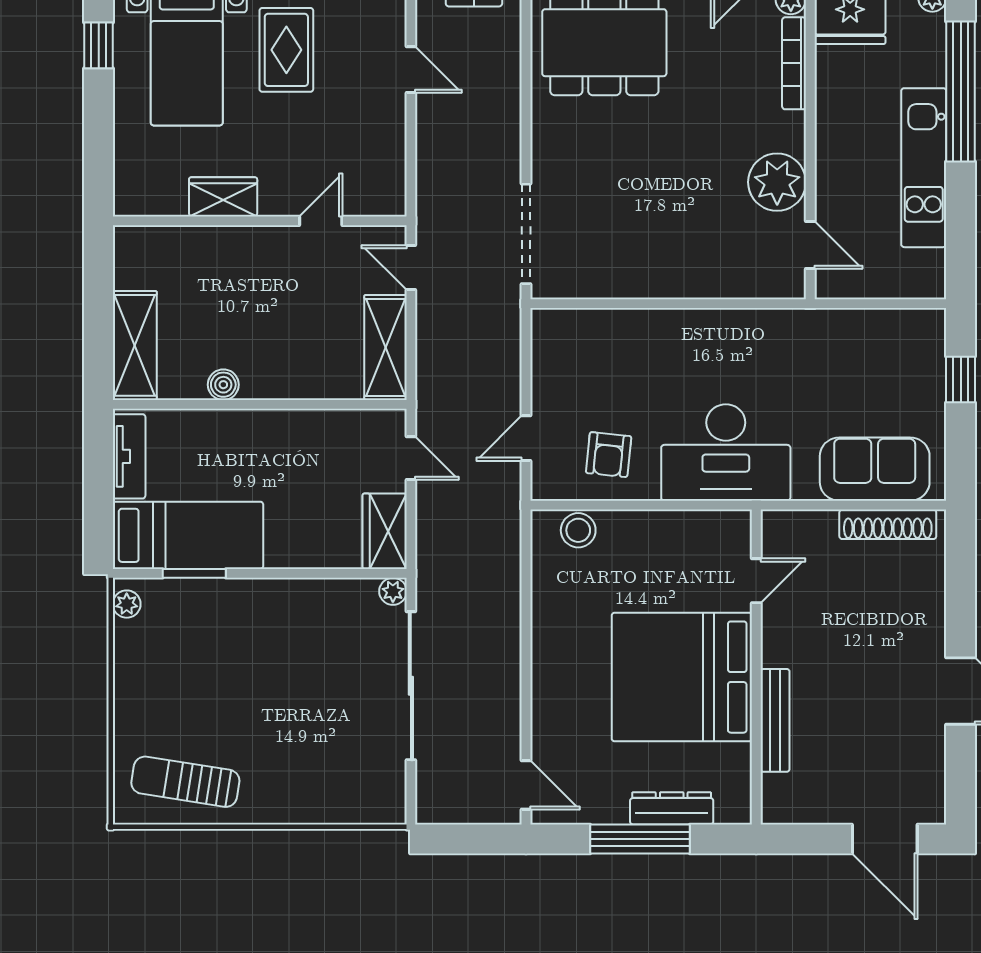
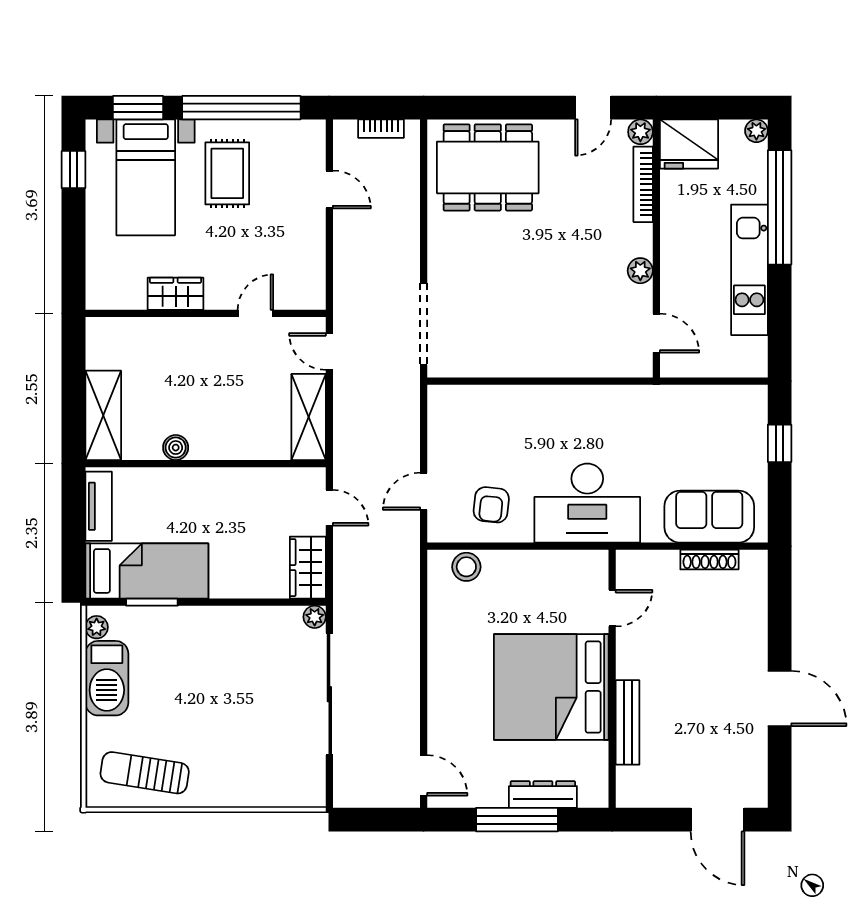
plant: (777, 182) -> (640, 271), width x0.53, depth x0.53
shoe rack: (888, 524) -> (709, 560), width x0.74, depth x0.81
barbecue: (139, 666) -> (107, 678), added

